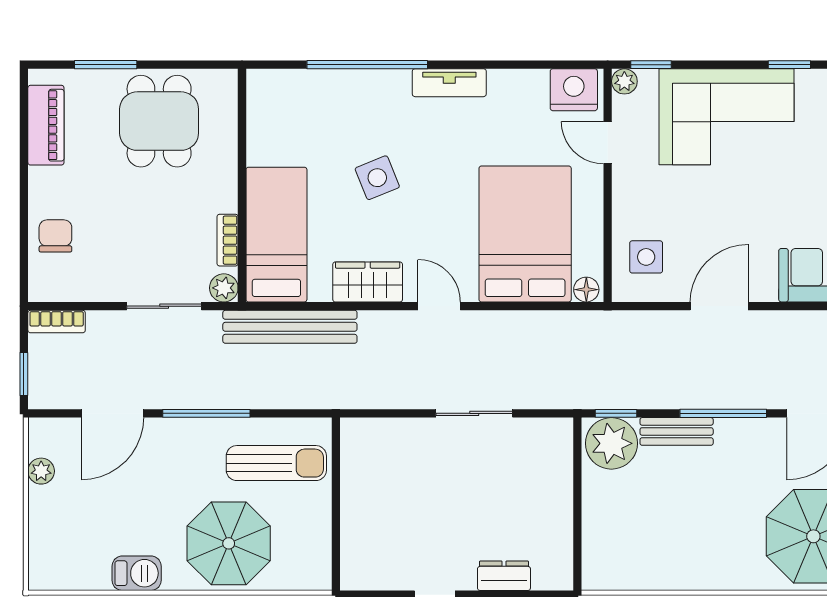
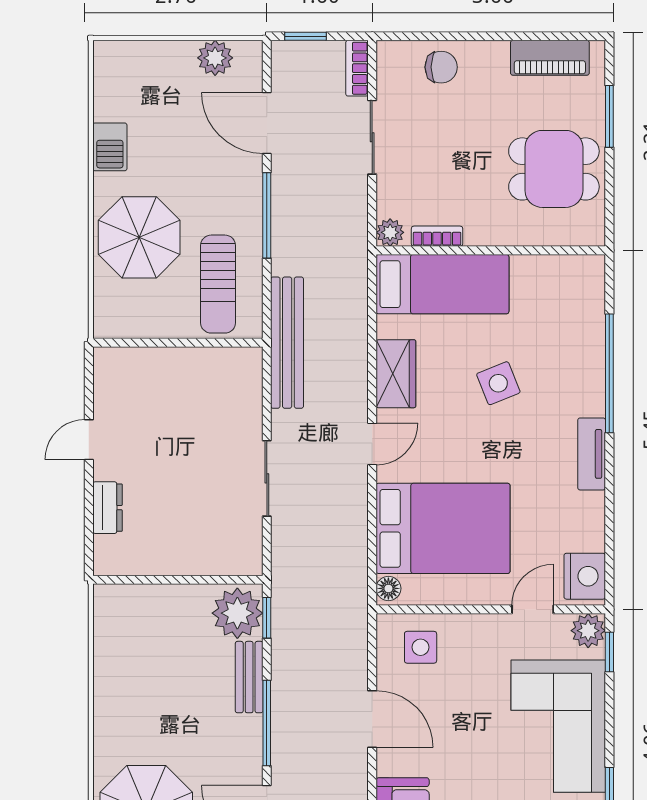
plant: (624, 81) -> (588, 631), width x1.38, depth x1.38
sliding door: (164, 306) -> (372, 137), moved
bench: (290, 327) -> (287, 343), moved
plant: (41, 471) -> (215, 58), width x1.38, depth x1.38

